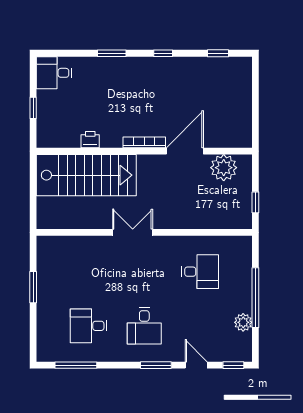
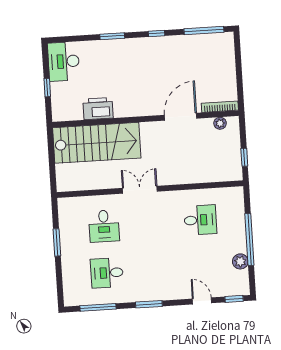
window: (218, 53) -> (204, 30), width x2.17
desk: (54, 73) -> (64, 61), width x1.37
printer: (90, 140) -> (98, 109), width x1.87, depth x1.48
bookcase: (144, 142) -> (220, 107), moved
plant: (224, 168) -> (220, 123), width x0.53, depth x0.53
desk: (144, 326) -> (104, 226), moved
window: (156, 365) -> (149, 304), moved

